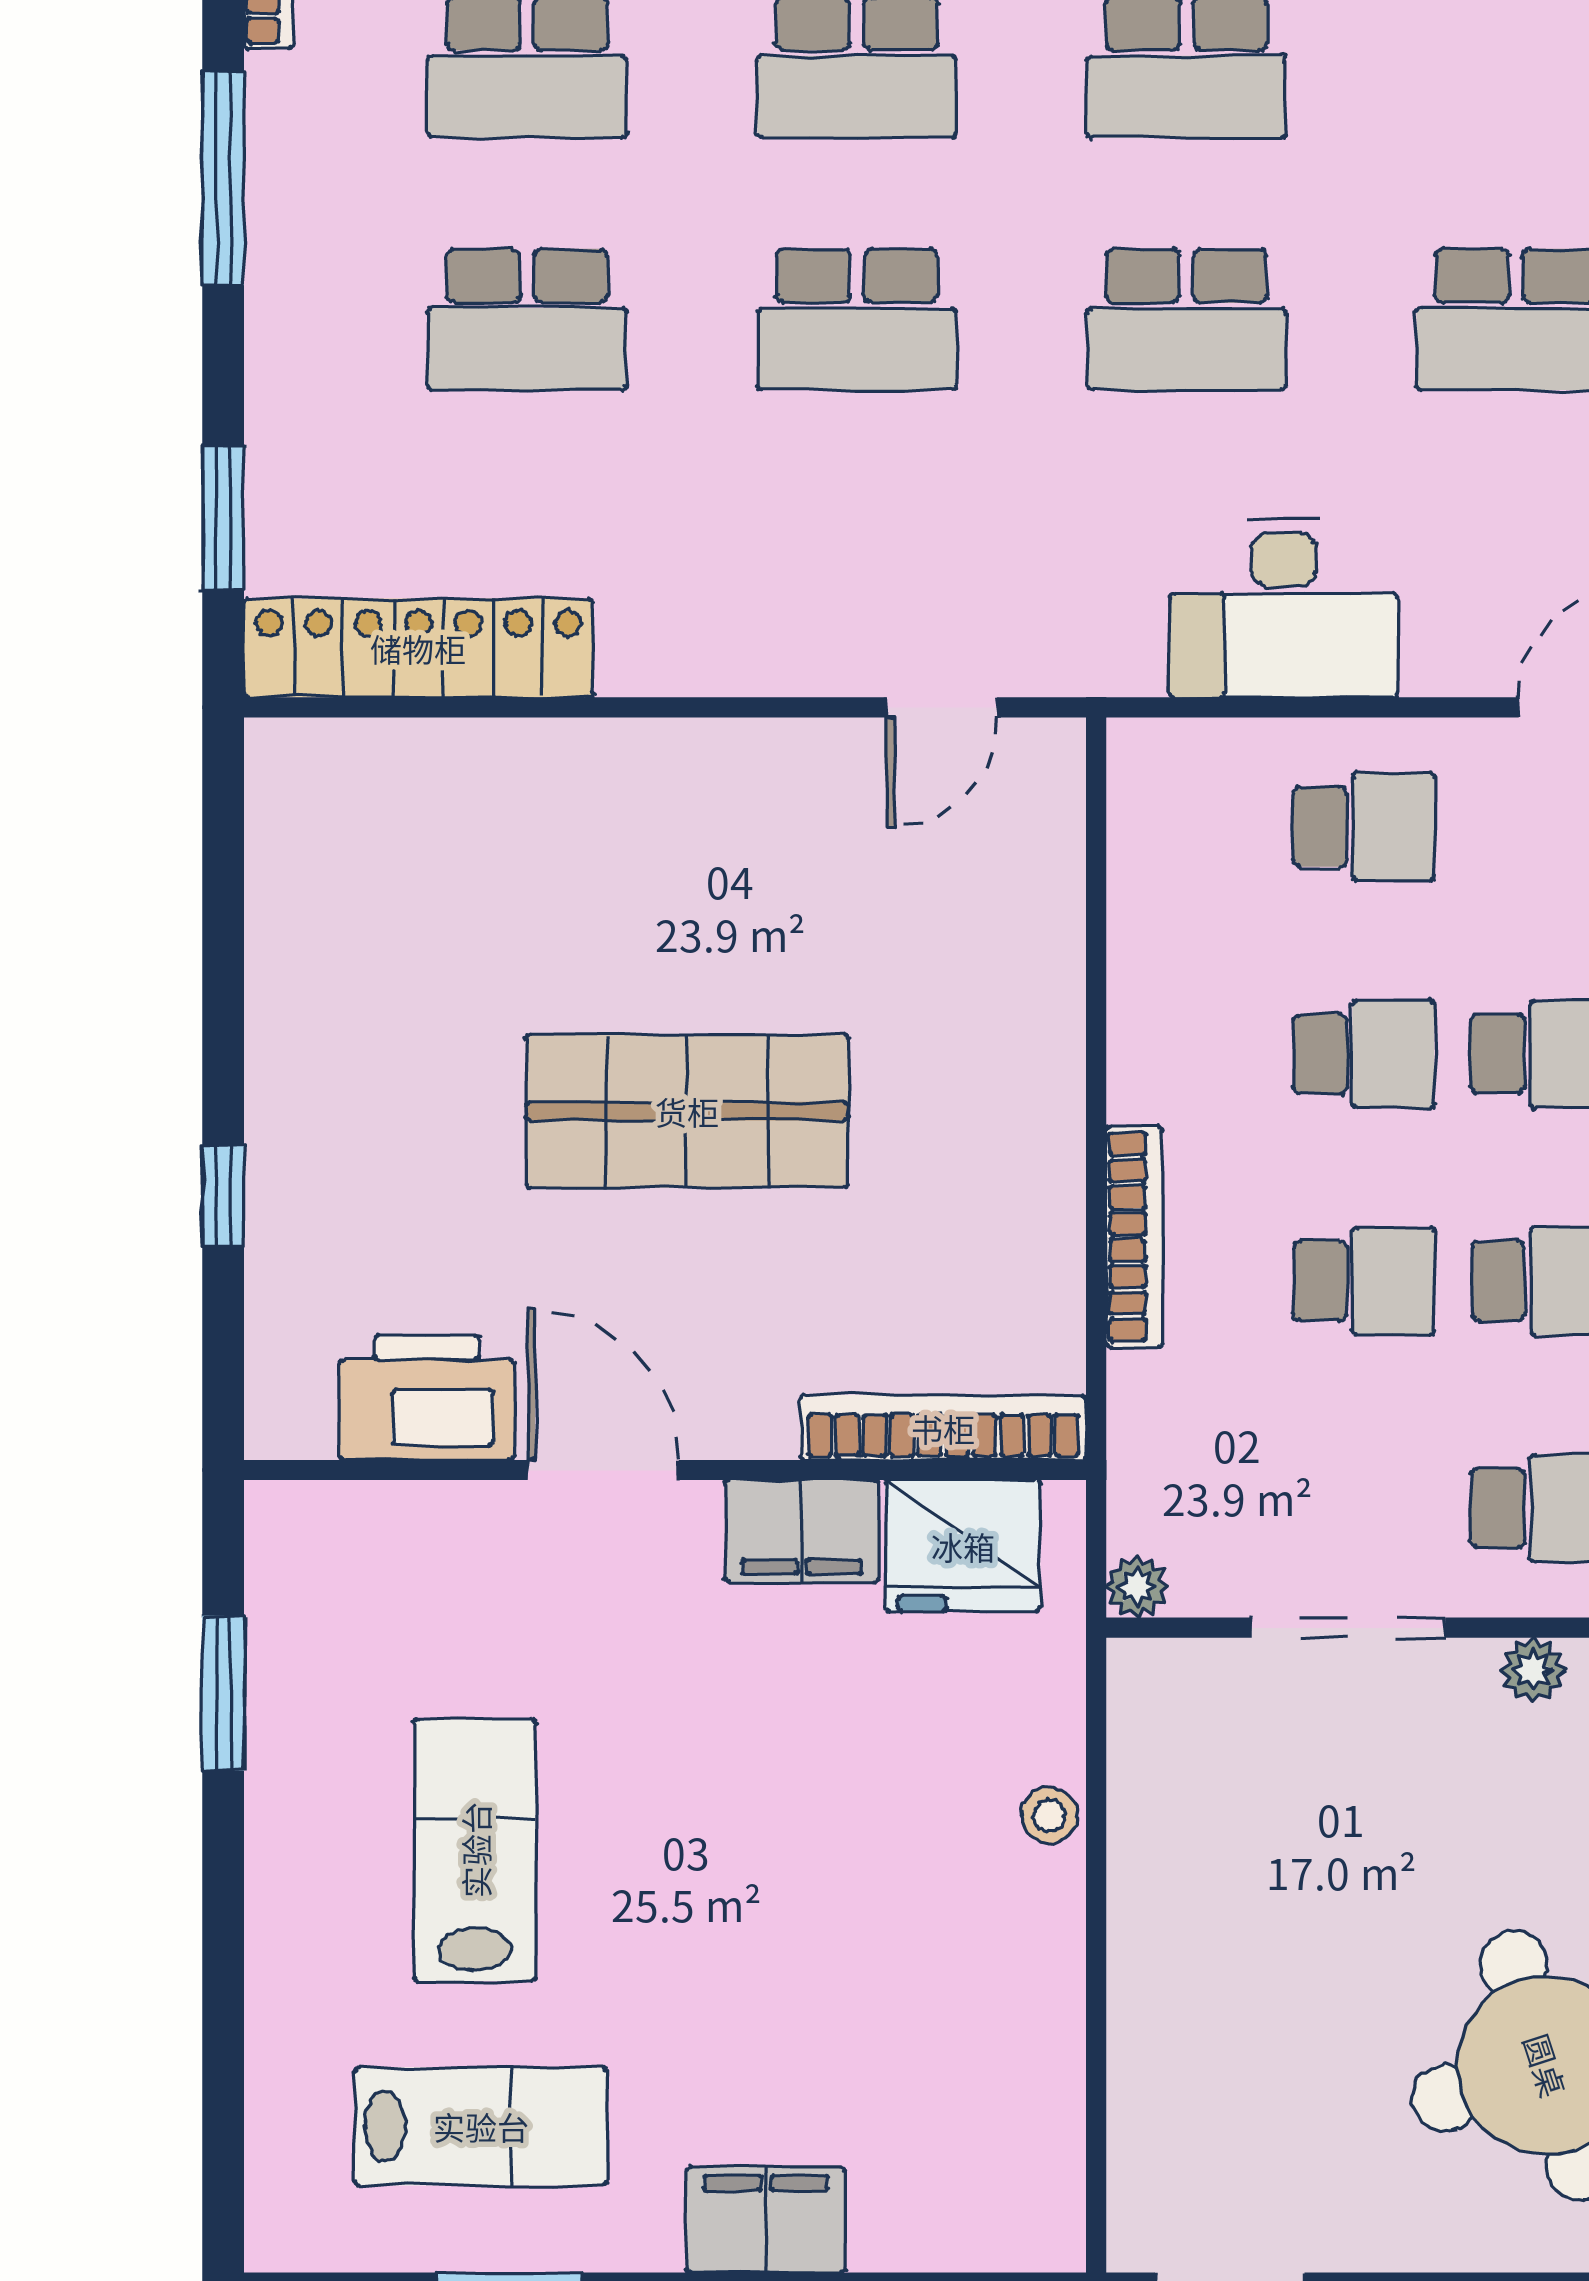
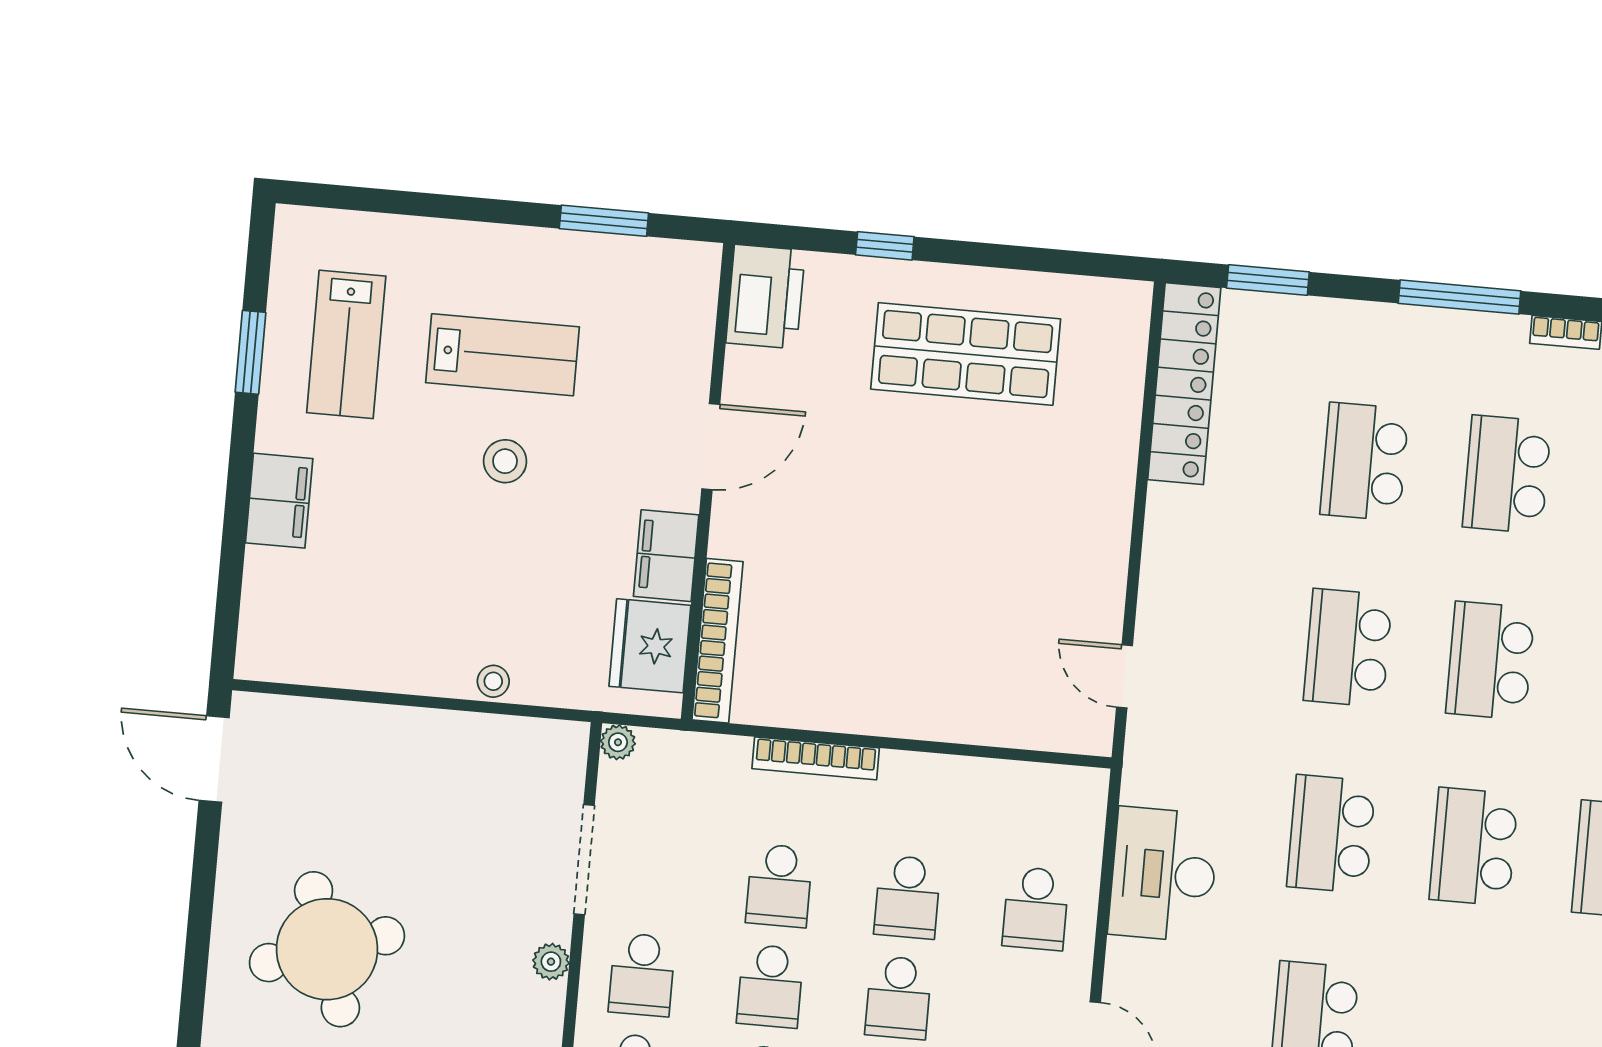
shop shelf: (687, 1111) -> (966, 354), moved, turned 90
printer: (427, 1397) -> (765, 297), moved
stool: (661, 1829) -> (505, 461), added

